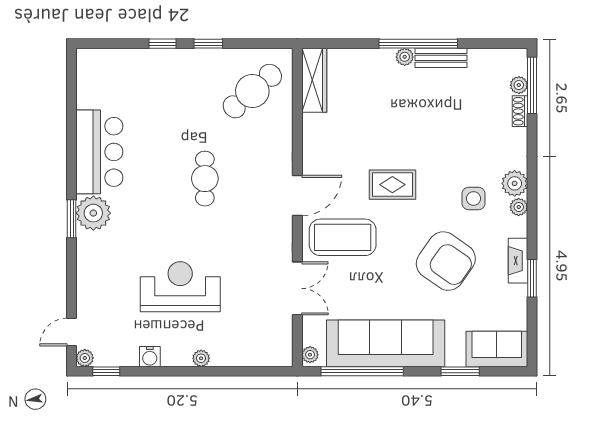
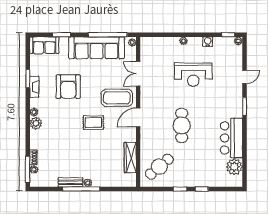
wardrobe: (314, 80) -> (130, 157), moved
cafe table: (205, 179) -> (182, 125), width x1.37, depth x1.35
side table: (474, 199) -> (55, 116), removed
plant: (93, 213) -> (234, 167), moved
armchair: (446, 261) -> (68, 87), turned -125
door: (72, 332) -> (244, 77), moved

